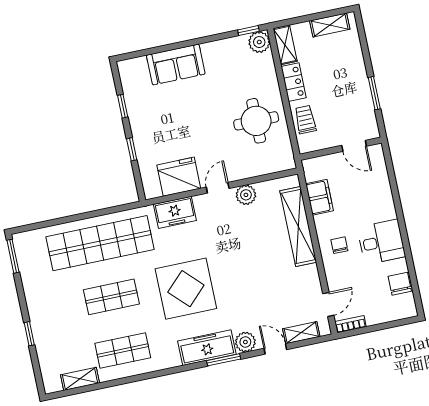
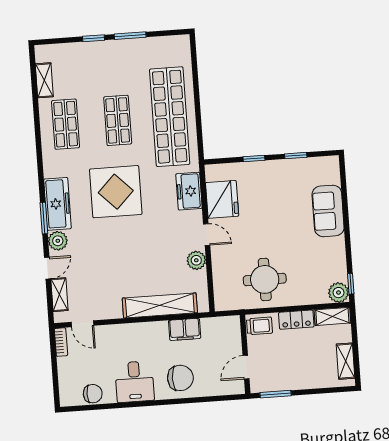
door: (354, 146) -> (246, 367), moved
wall: (341, 149) -> (245, 354), moved
chair: (339, 245) -> (180, 378), moved, width x1.87, depth x1.87
window: (13, 256) -> (130, 36), moved

